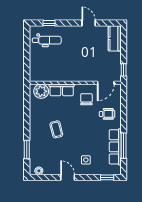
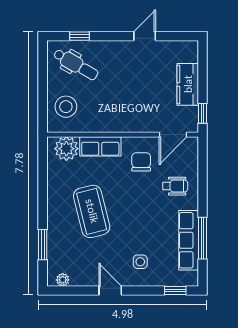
door: (89, 23) -> (145, 36), hinge flipped
kitchen counter: (115, 38) -> (188, 84), moved
dental chair: (47, 40) -> (76, 64), turned 30
stool: (41, 66) -> (66, 107), added
coffee table: (56, 129) -> (92, 211), width x1.86, depth x1.72

